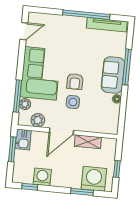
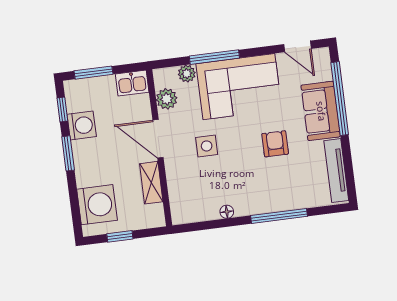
window: (86, 15) -> (340, 99), moved
sofa: (113, 75) -> (321, 111), moved, turned -90
armchair: (75, 81) -> (275, 144), moved, turned 90
window: (17, 96) -> (214, 57), moved
window: (12, 149) -> (94, 73), moved
window: (82, 192) -> (68, 153), moved

